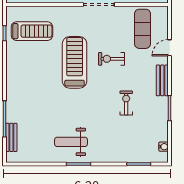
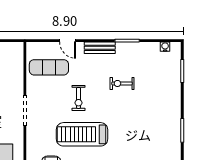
weight bench: (71, 142) -> (160, 138), removed

